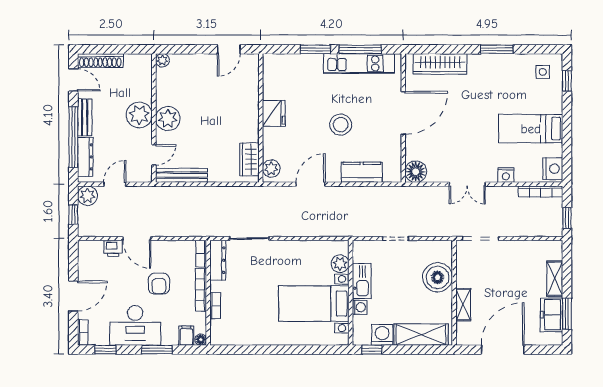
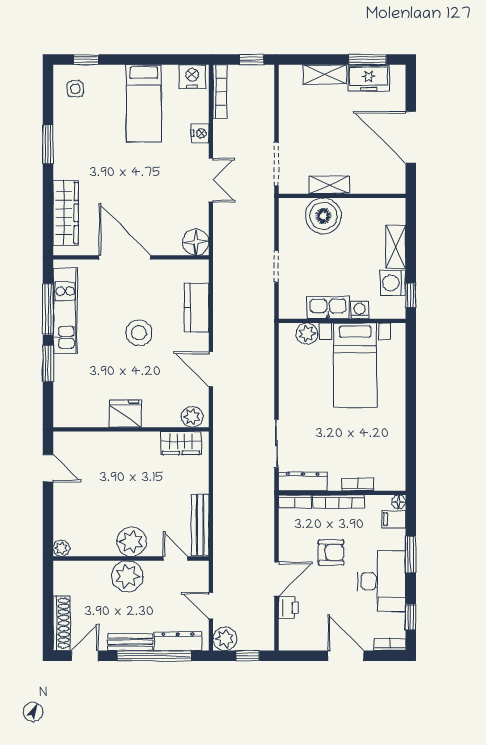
shelving: (463, 305) -> (329, 185), moved
shelving: (421, 335) -> (396, 247), width x0.67, depth x0.75

